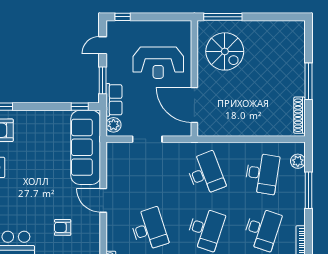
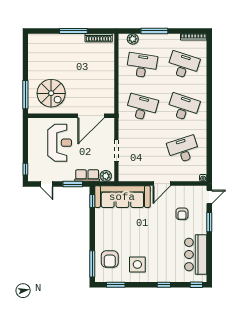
spiral stairs: (225, 51) -> (51, 93), turned 90
desk: (206, 173) -> (142, 108), turned 36

